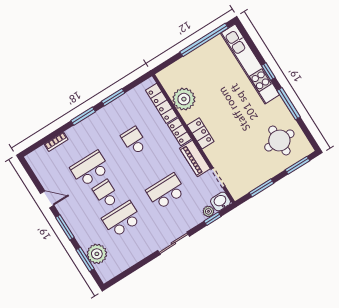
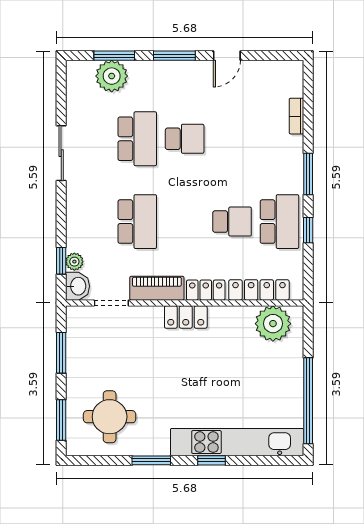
window: (113, 97) -> (308, 230), width x0.67
plant: (184, 99) -> (273, 324), moved
window: (289, 104) -> (151, 460), width x0.69
school desk: (90, 169) -> (279, 222), moved
sliding door: (173, 243) -> (61, 153), moved

